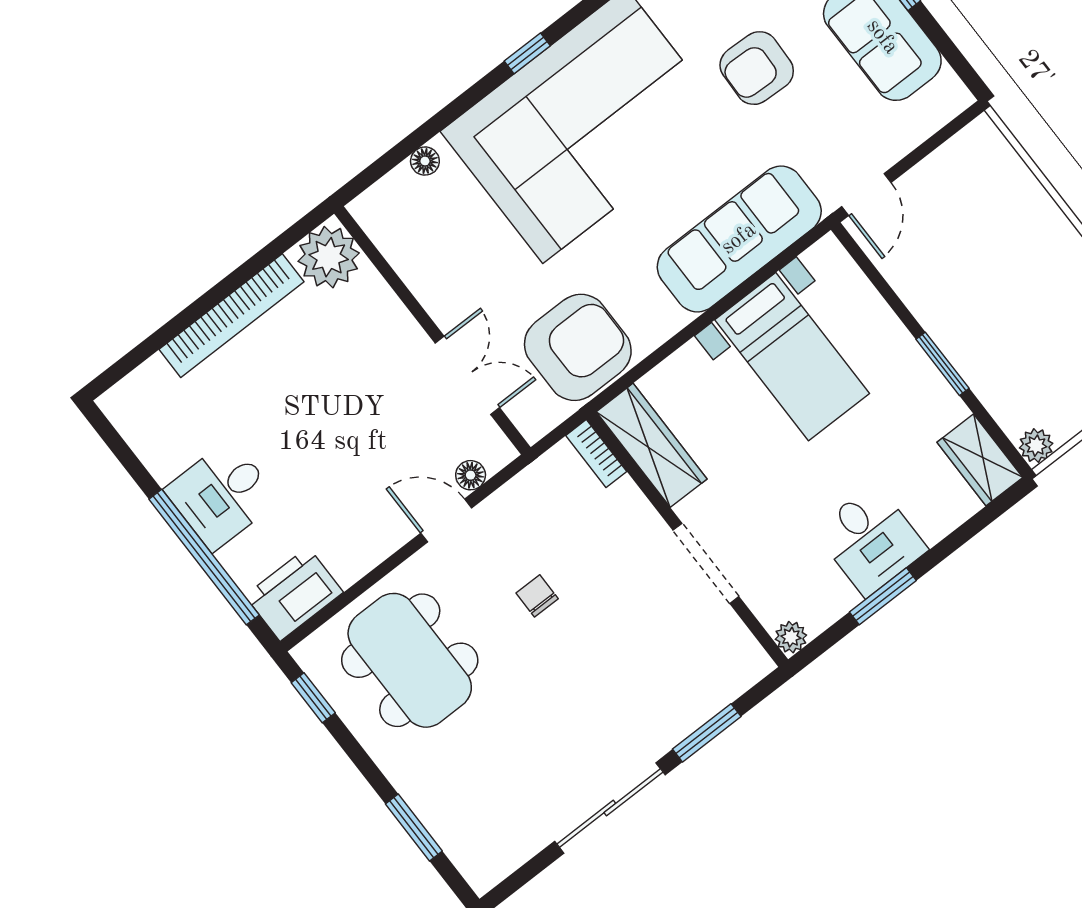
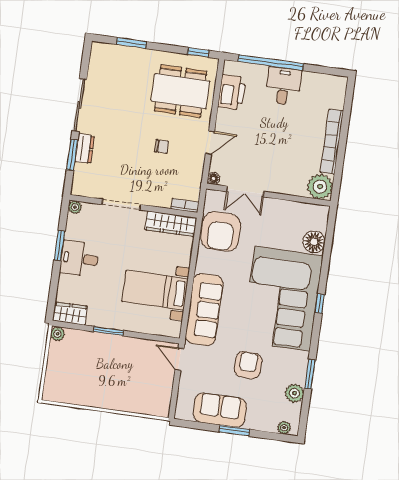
floor lamp: (425, 161) -> (314, 242), width x1.89, depth x1.89
floor lamp: (471, 475) -> (214, 178), moved
printer: (294, 594) -> (232, 92), moved
dresser: (675, 723) -> (85, 149), added

